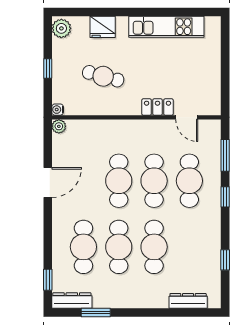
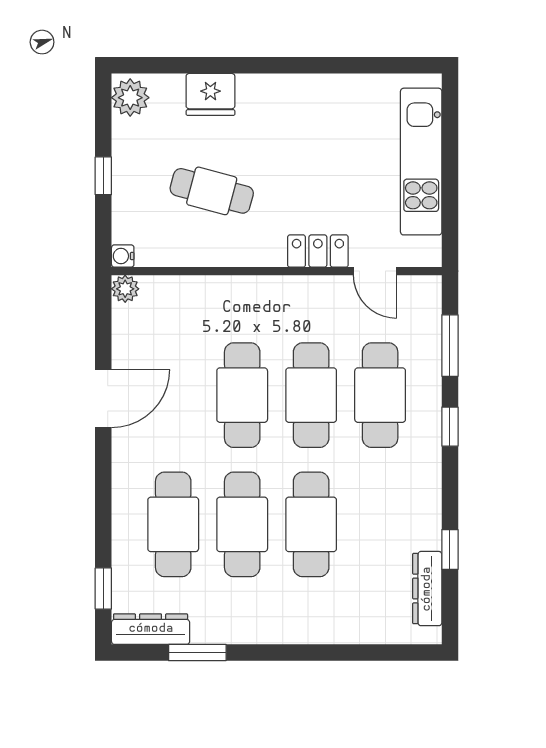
kitchen unit: (166, 27) -> (421, 162), moved, turned 90
dresser: (188, 301) -> (427, 589), moved, turned -90

